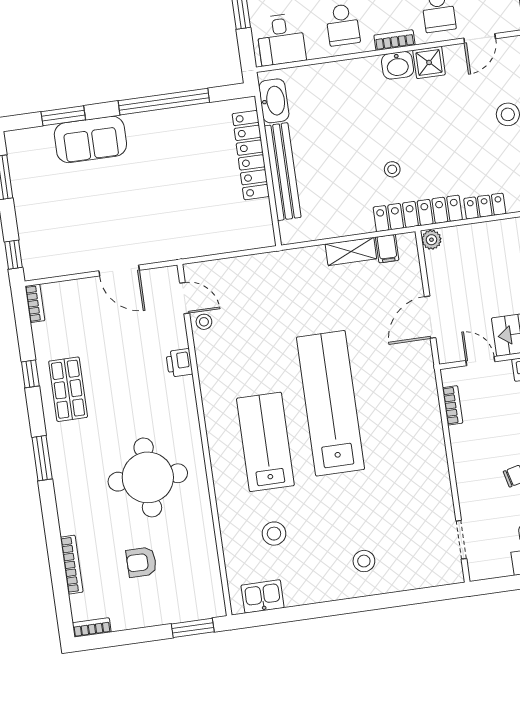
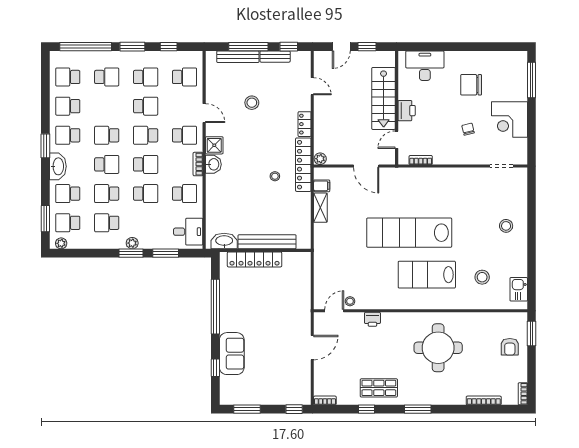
window: (63, 116) -> (215, 368), width x0.67
armchair: (141, 562) -> (510, 347), moved

